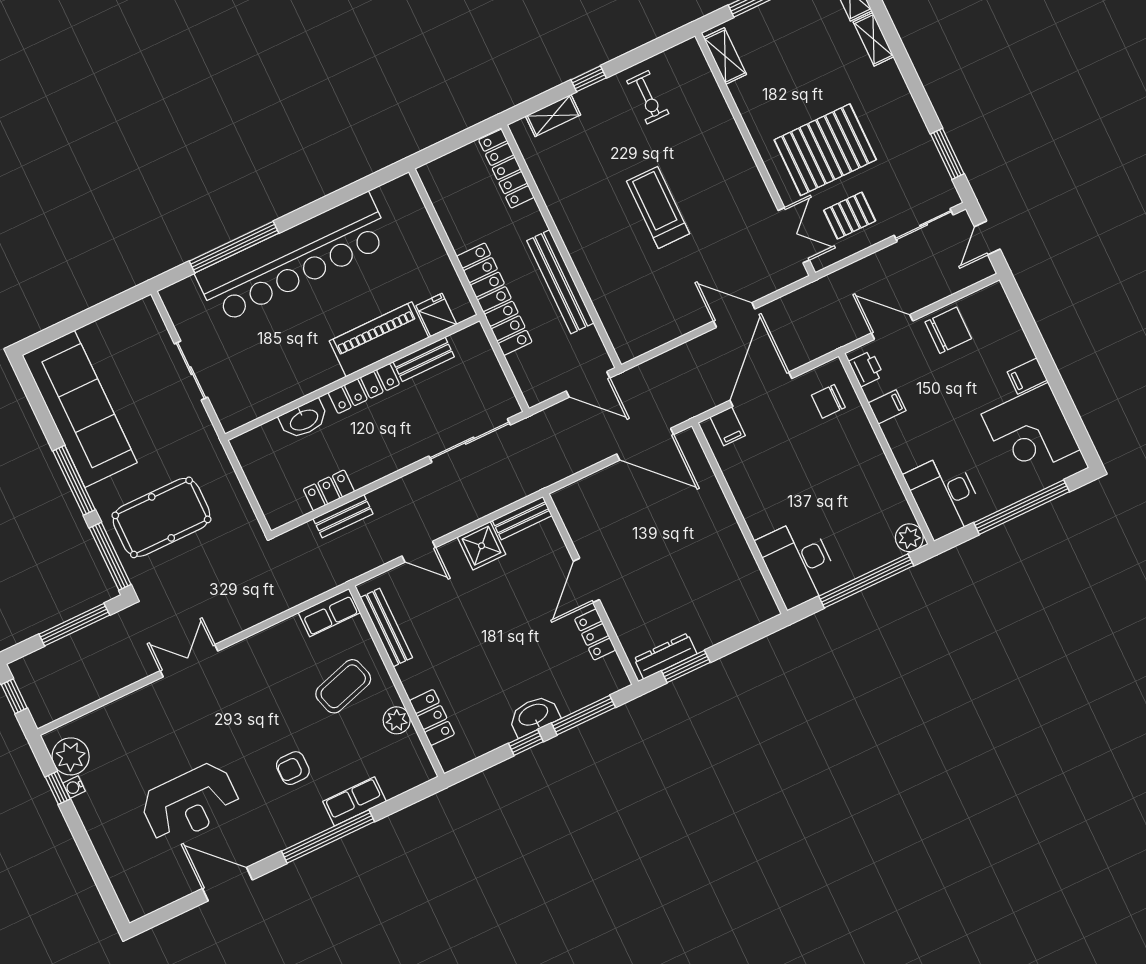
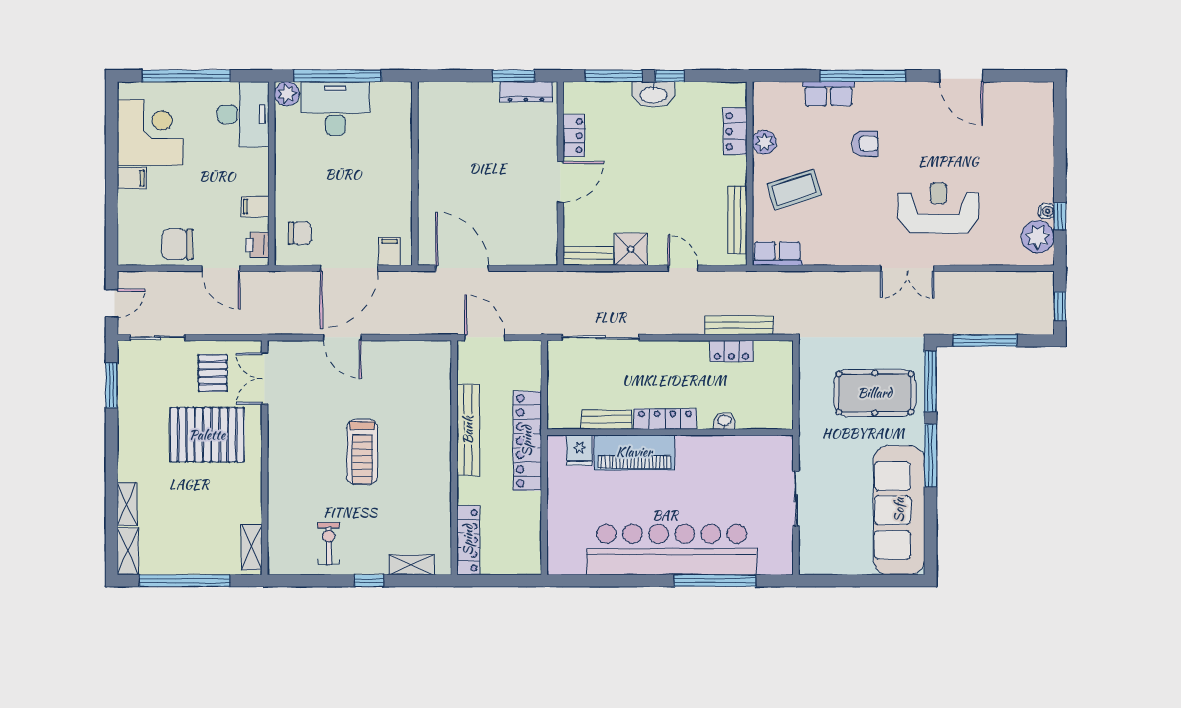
pallet: (850, 216) -> (213, 373), turned 90
washbasin: (304, 419) -> (725, 421), width x0.52, depth x0.69
bench: (343, 516) -> (739, 325), width x1.36
desk: (798, 563) -> (335, 108), moved, turned -90
reception desk: (190, 803) -> (938, 208), moved

